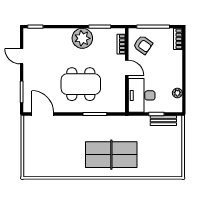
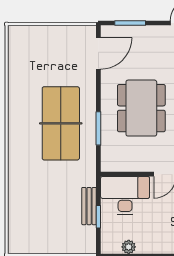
bench: (163, 121) -> (89, 206), moved
table tennis table: (111, 155) -> (61, 123), moved

